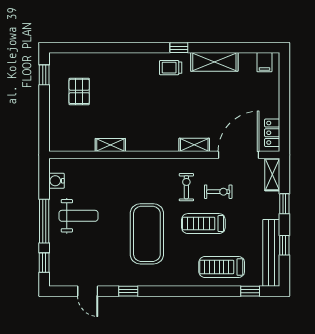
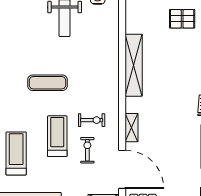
shelving: (110, 145) -> (134, 65), width x2.20, depth x1.33
exercise bike: (218, 192) -> (87, 150), turned 180
exercise mat: (147, 234) -> (47, 83), width x0.50, depth x0.69

